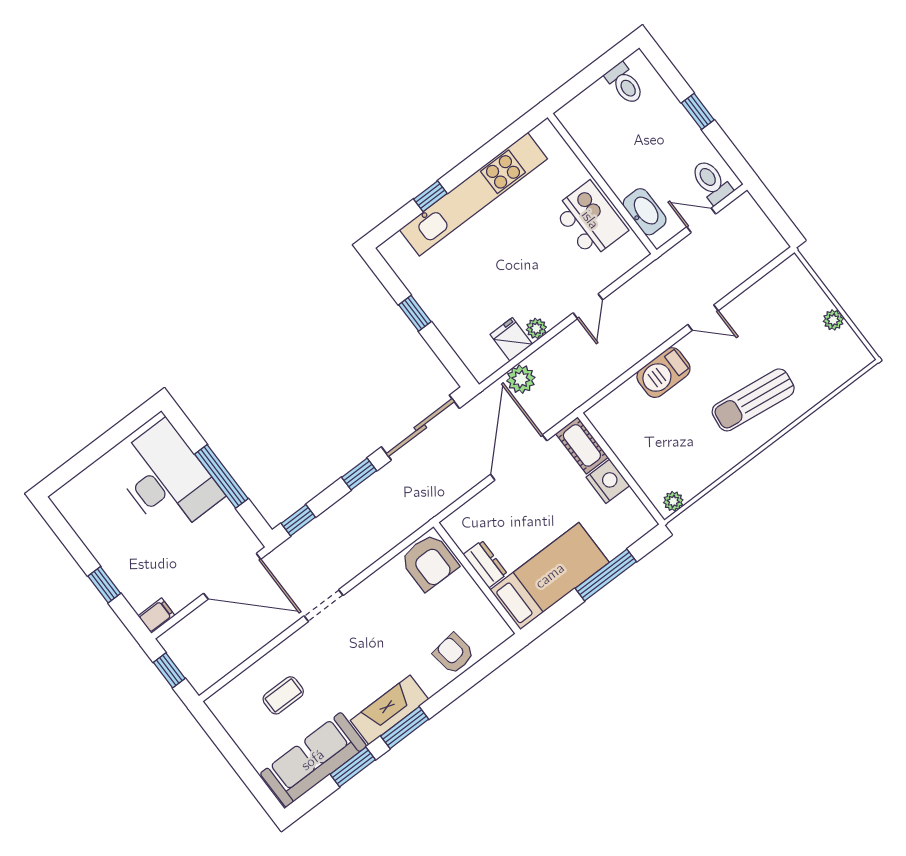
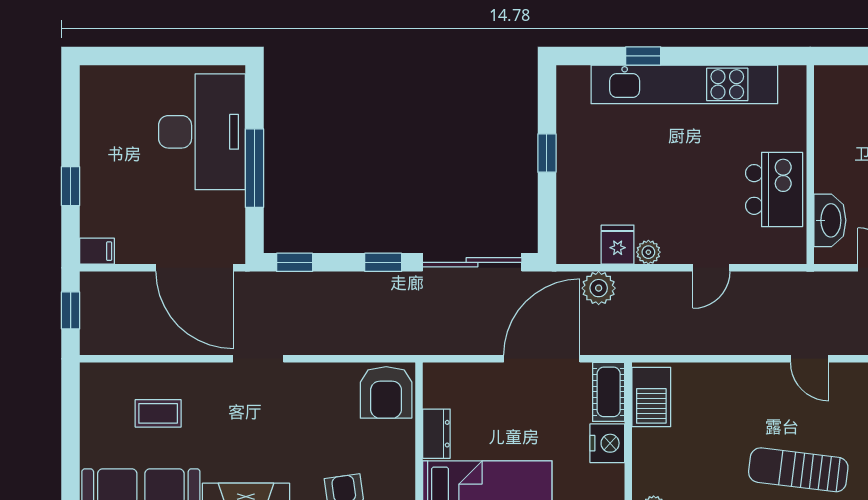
barbecue: (663, 373) -> (651, 397), moved, turned -90

